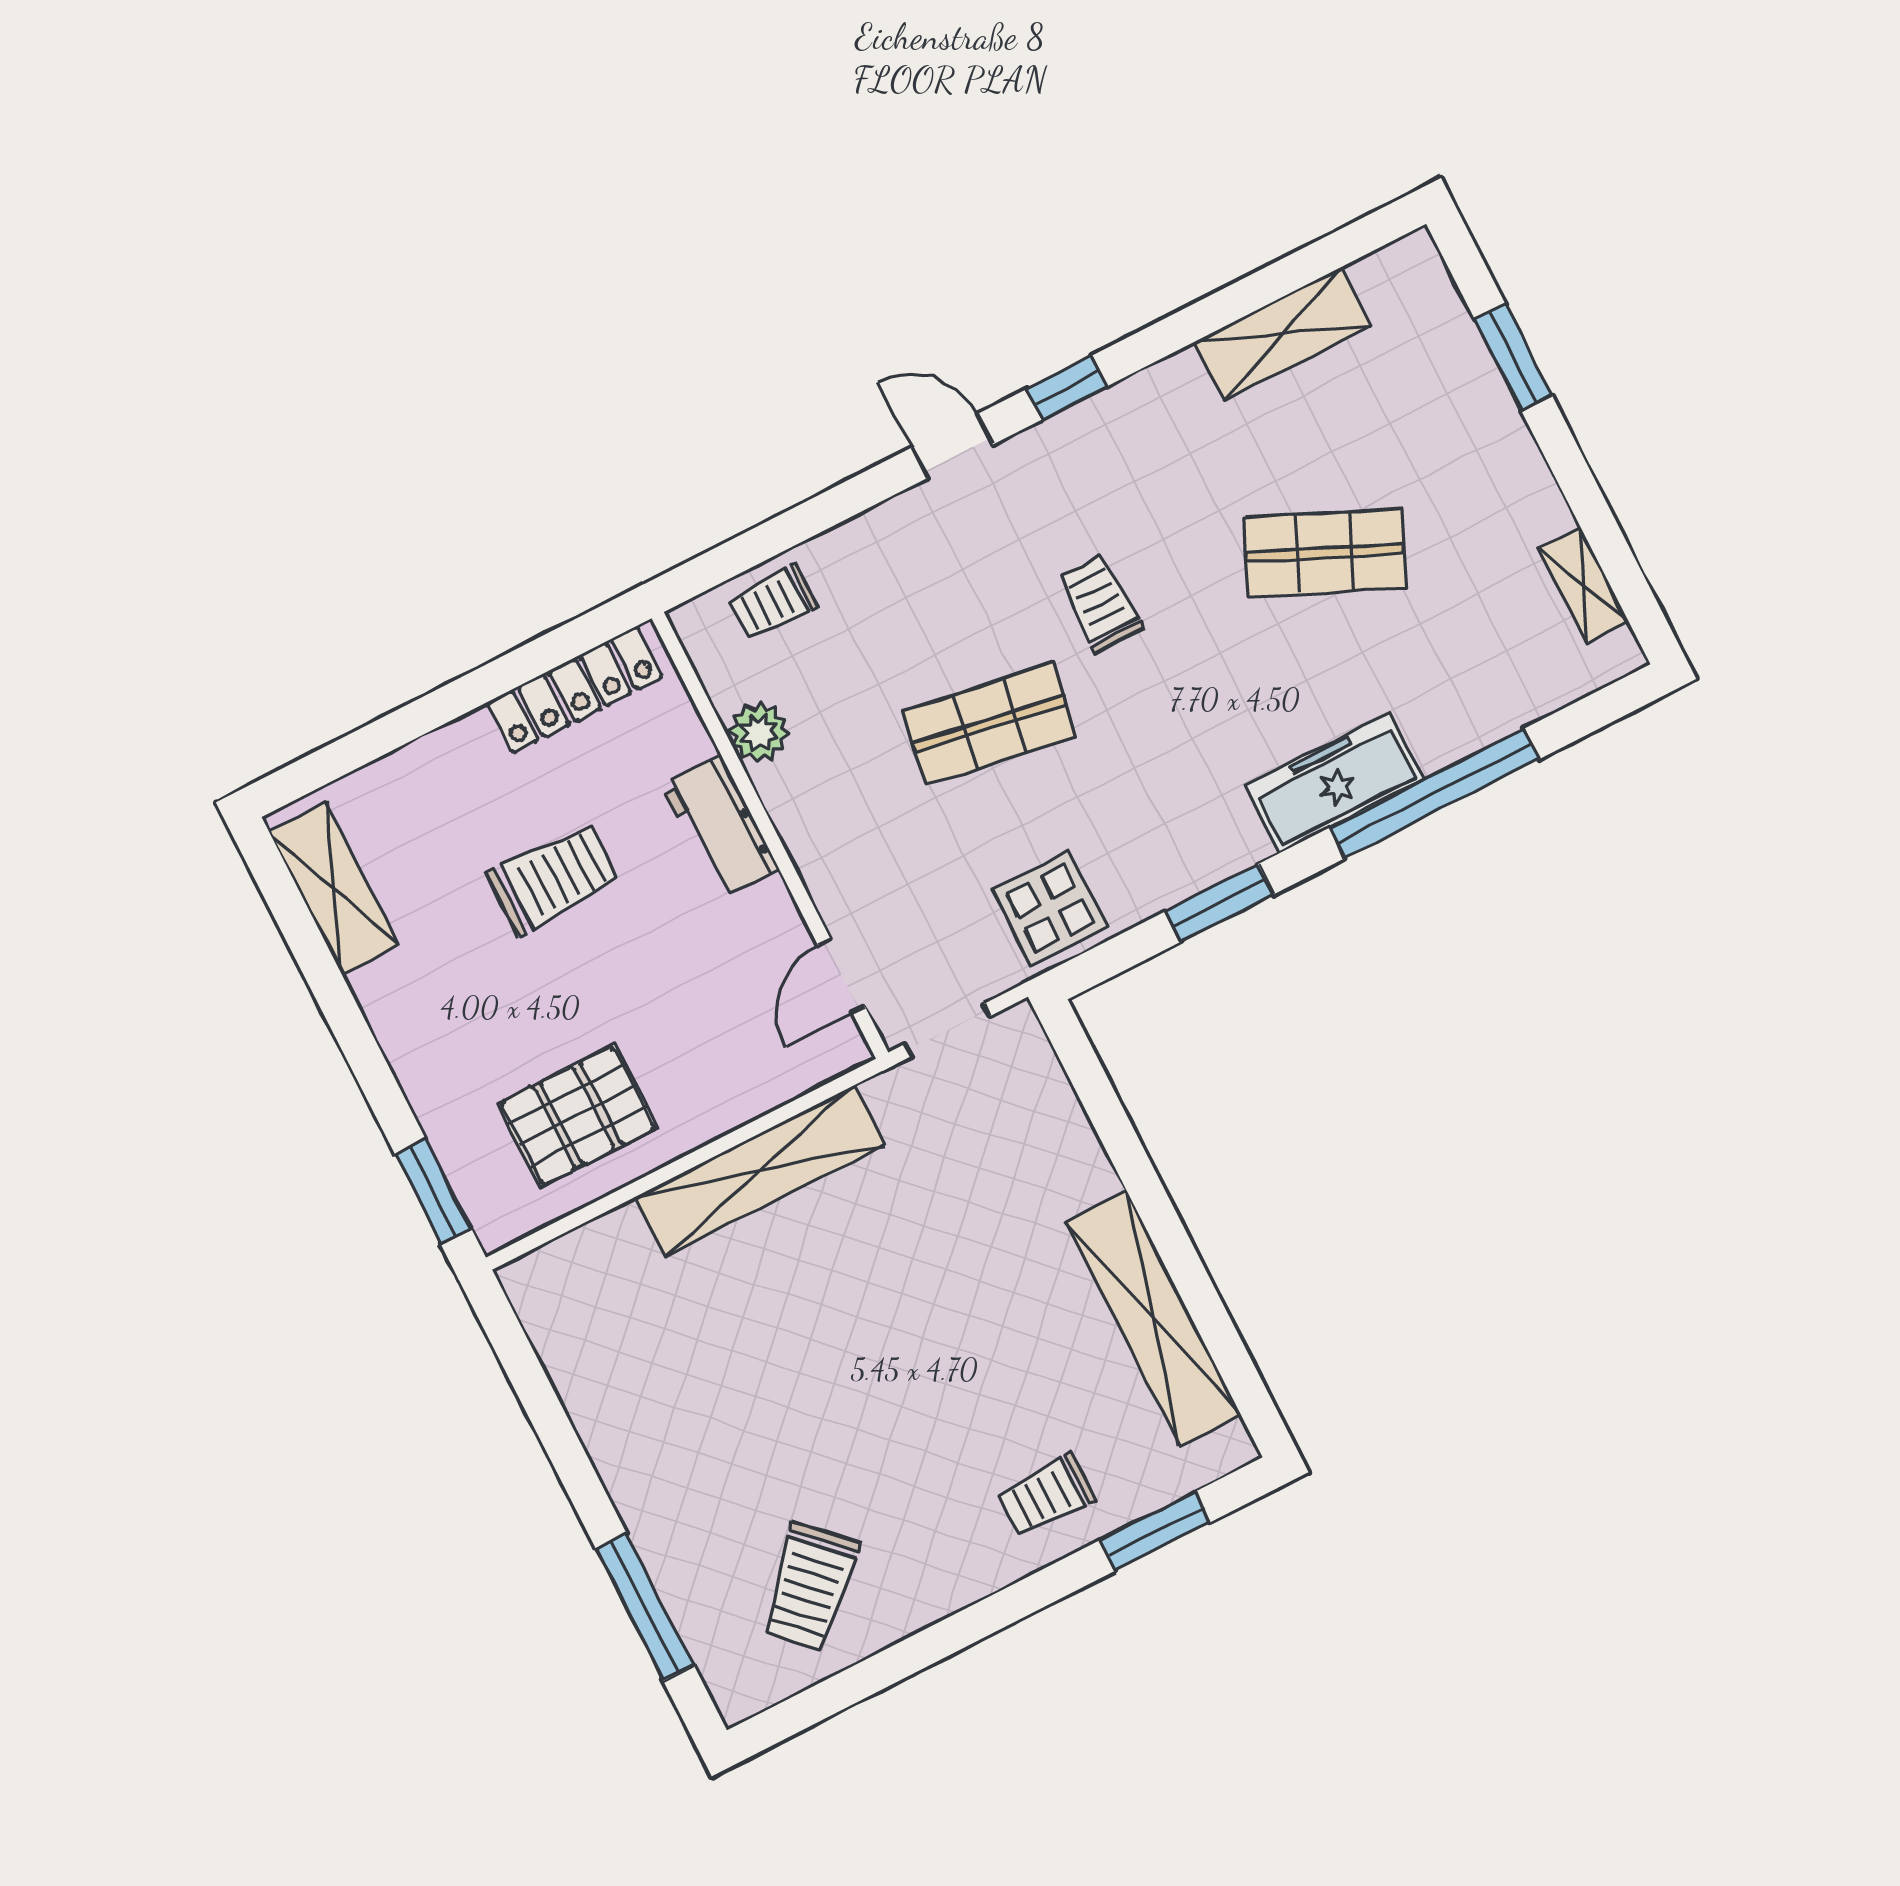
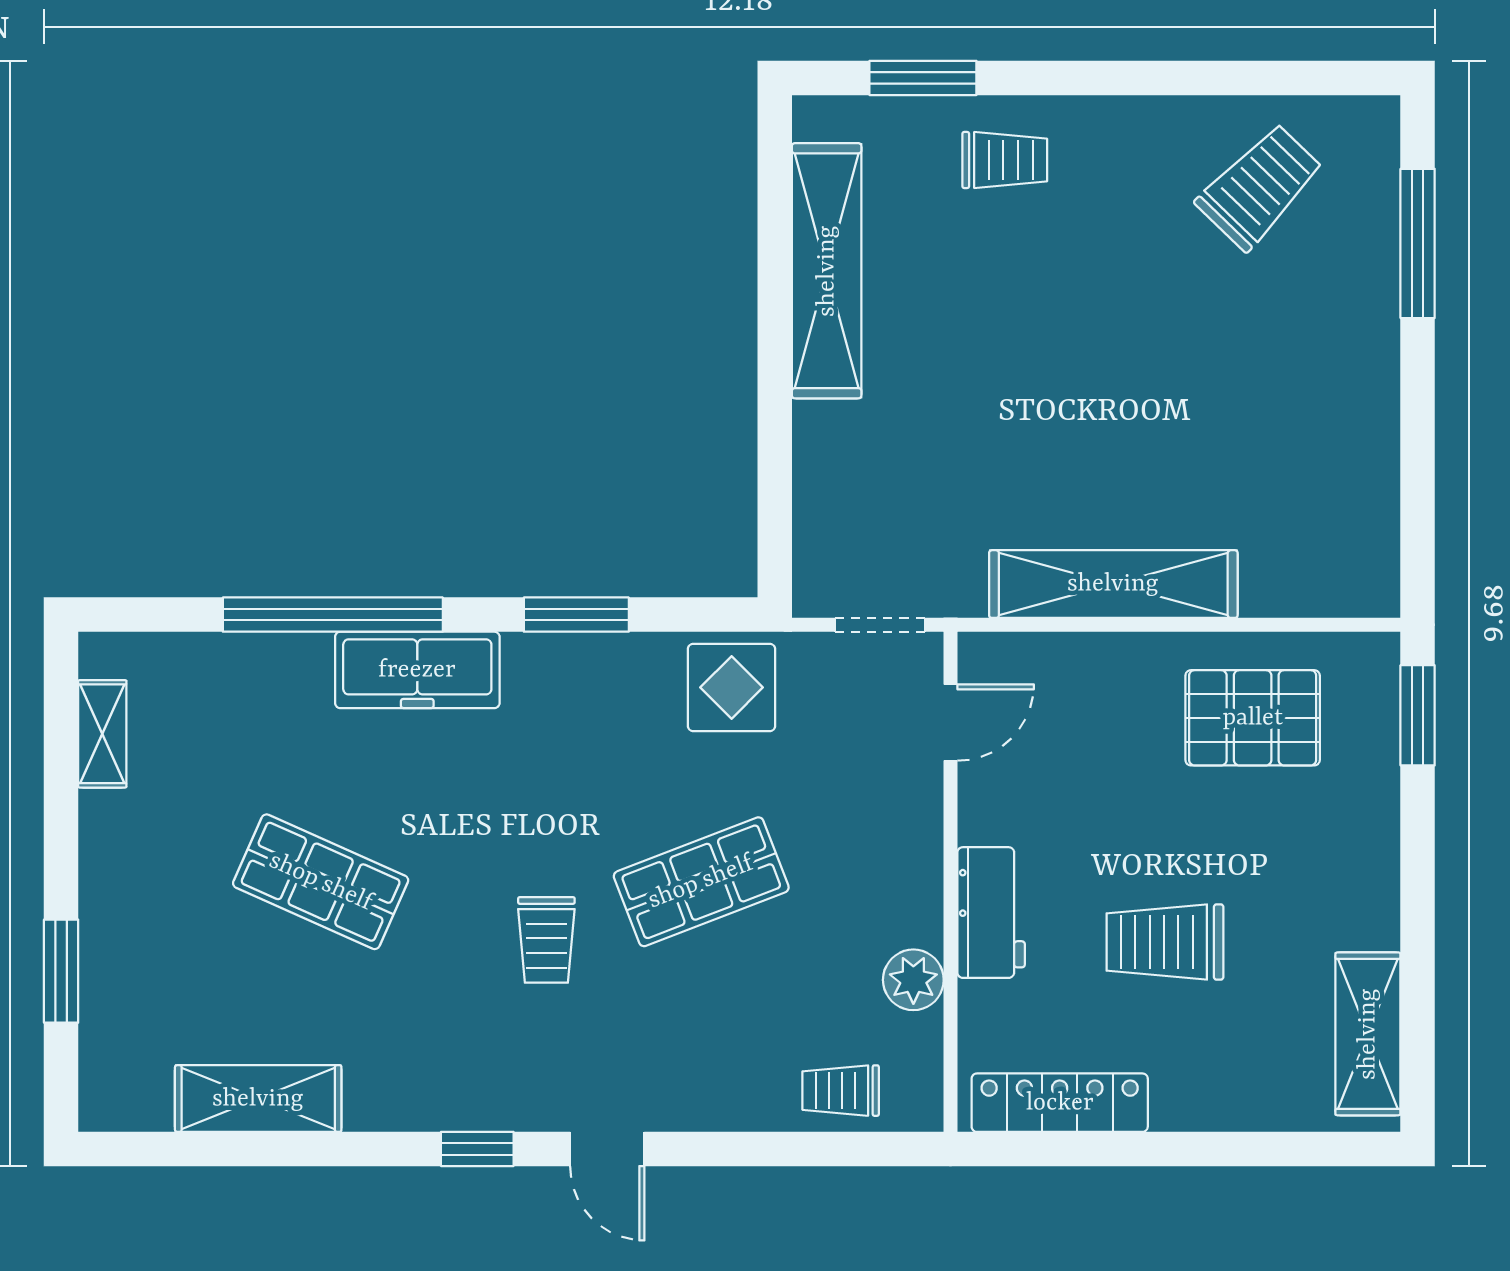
trolley: (773, 602) -> (841, 1091), turned 180
shop shelf: (990, 724) -> (701, 882), turned -30

